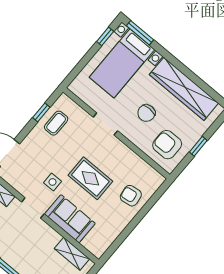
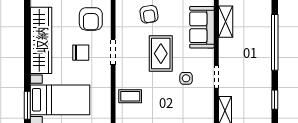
coffee table: (56, 123) -> (130, 96), moved
doorway: (105, 124) -> (113, 52), moved
sofa: (70, 219) -> (202, 27), moved

